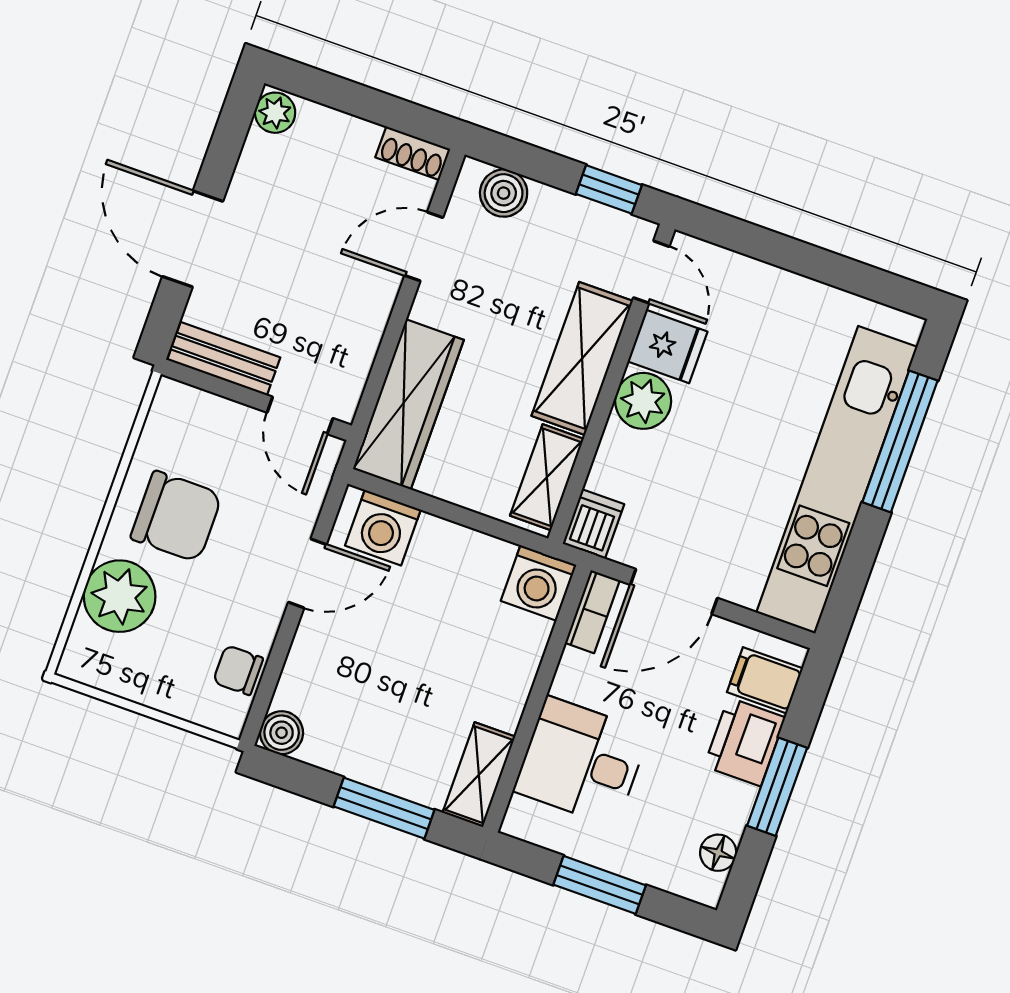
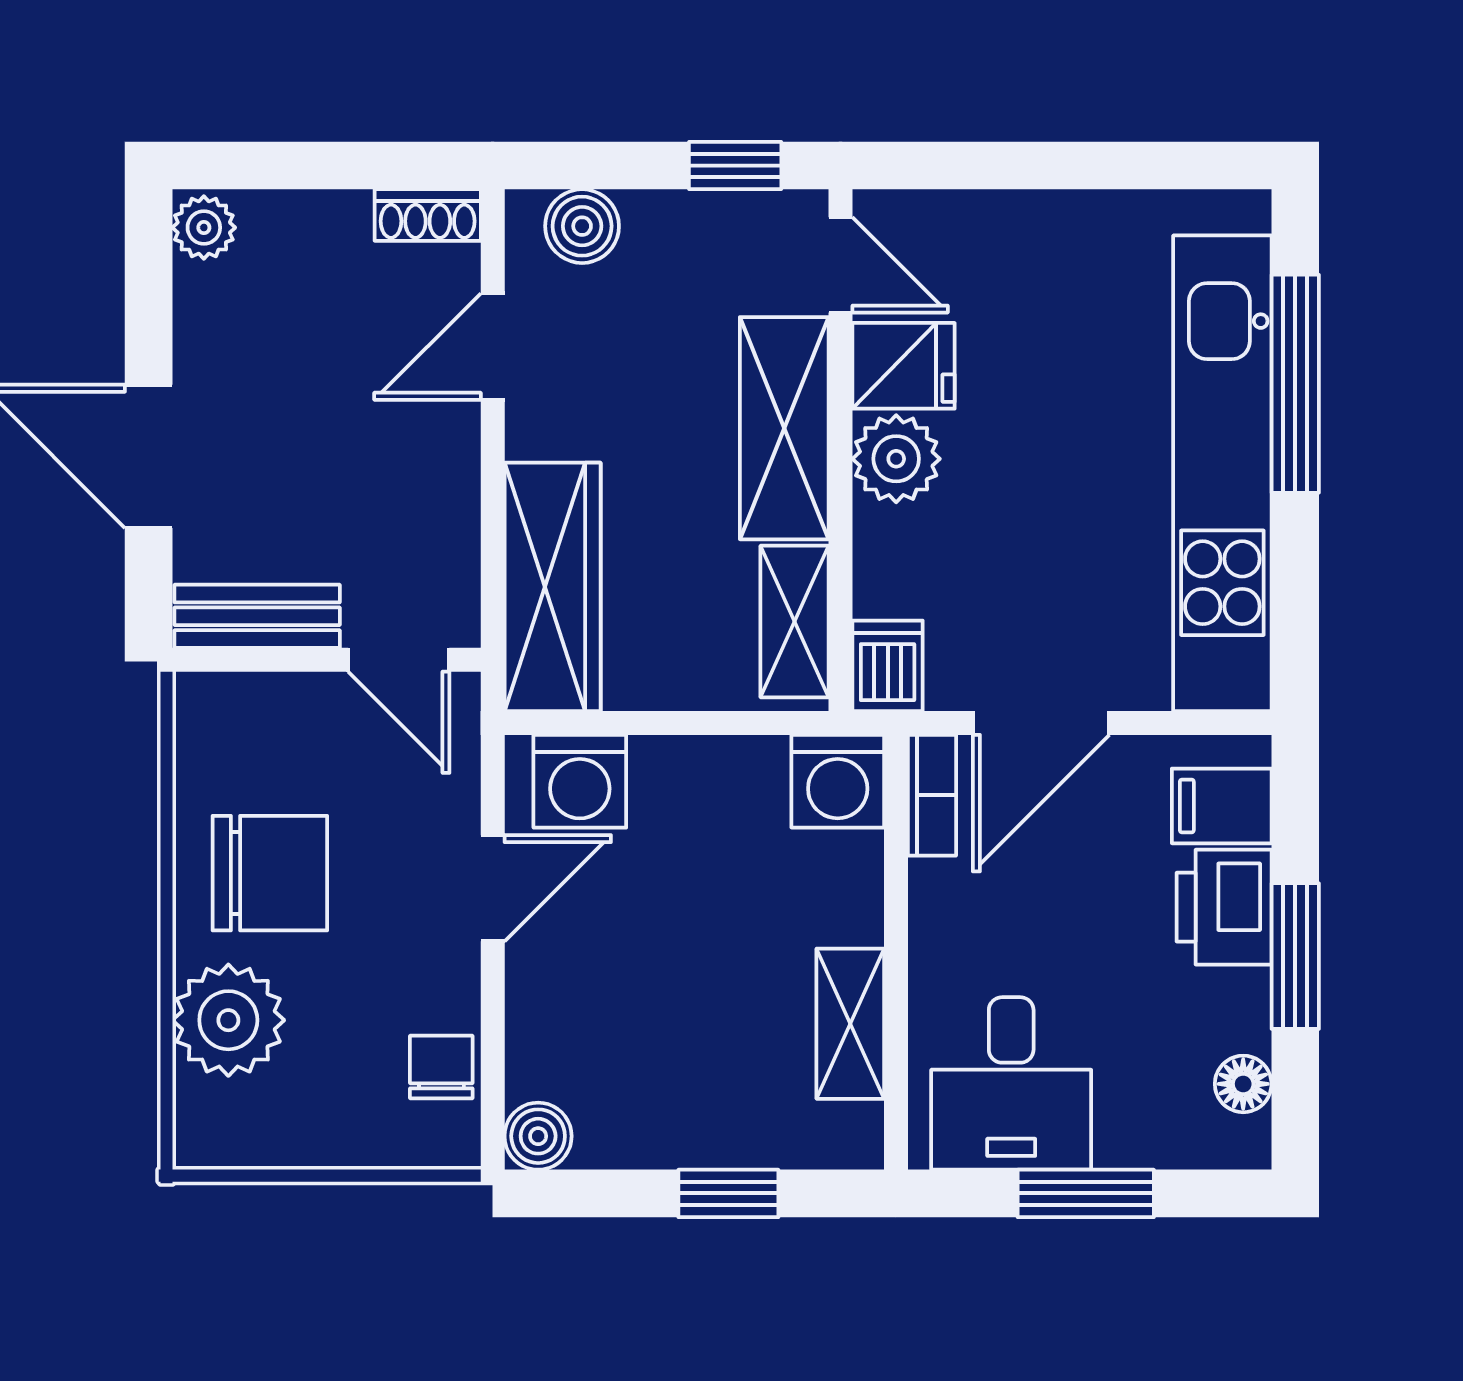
chair: (238, 670) -> (441, 1067), turned 90
desk: (581, 761) -> (1011, 1083), moved, turned -90
shelving: (479, 775) -> (850, 1024), moved
window: (384, 808) -> (728, 1193), width x0.67

